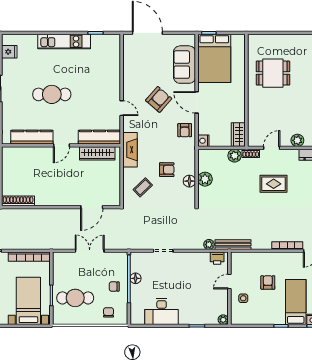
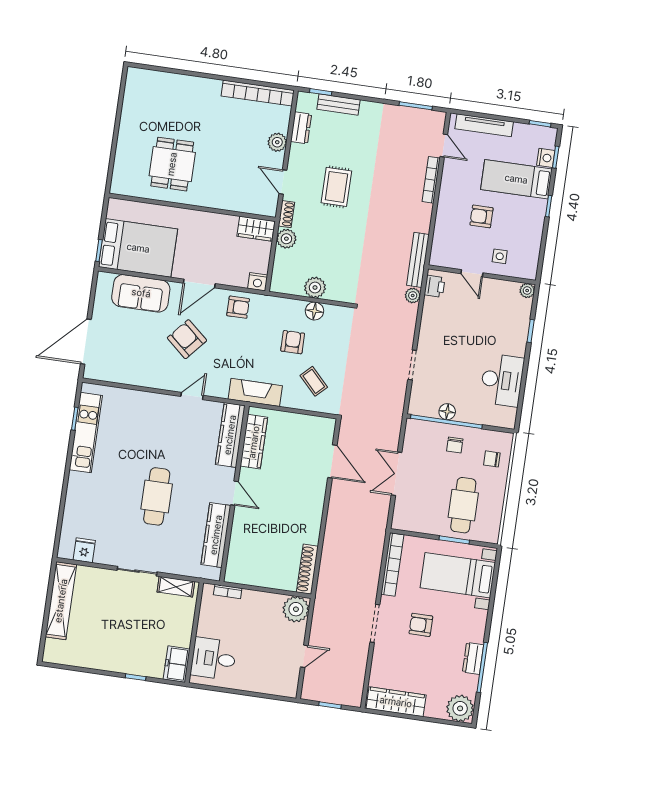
kitchen unit: (64, 41) -> (86, 433), moved

